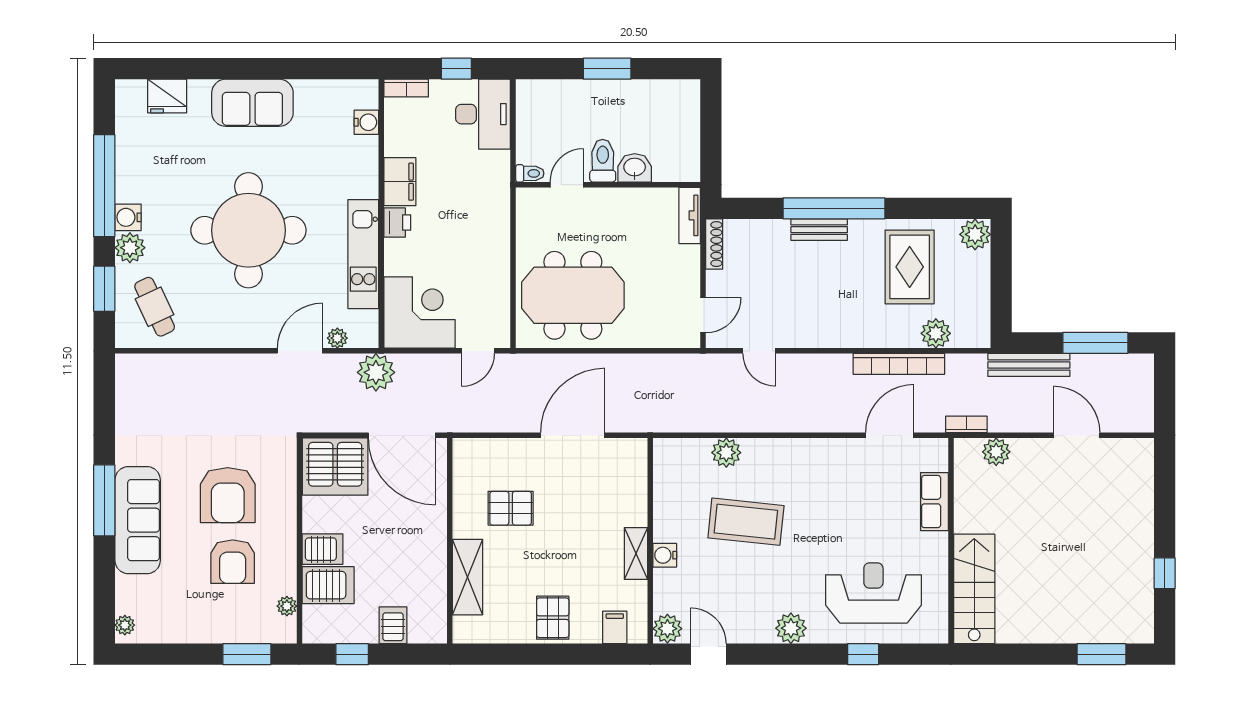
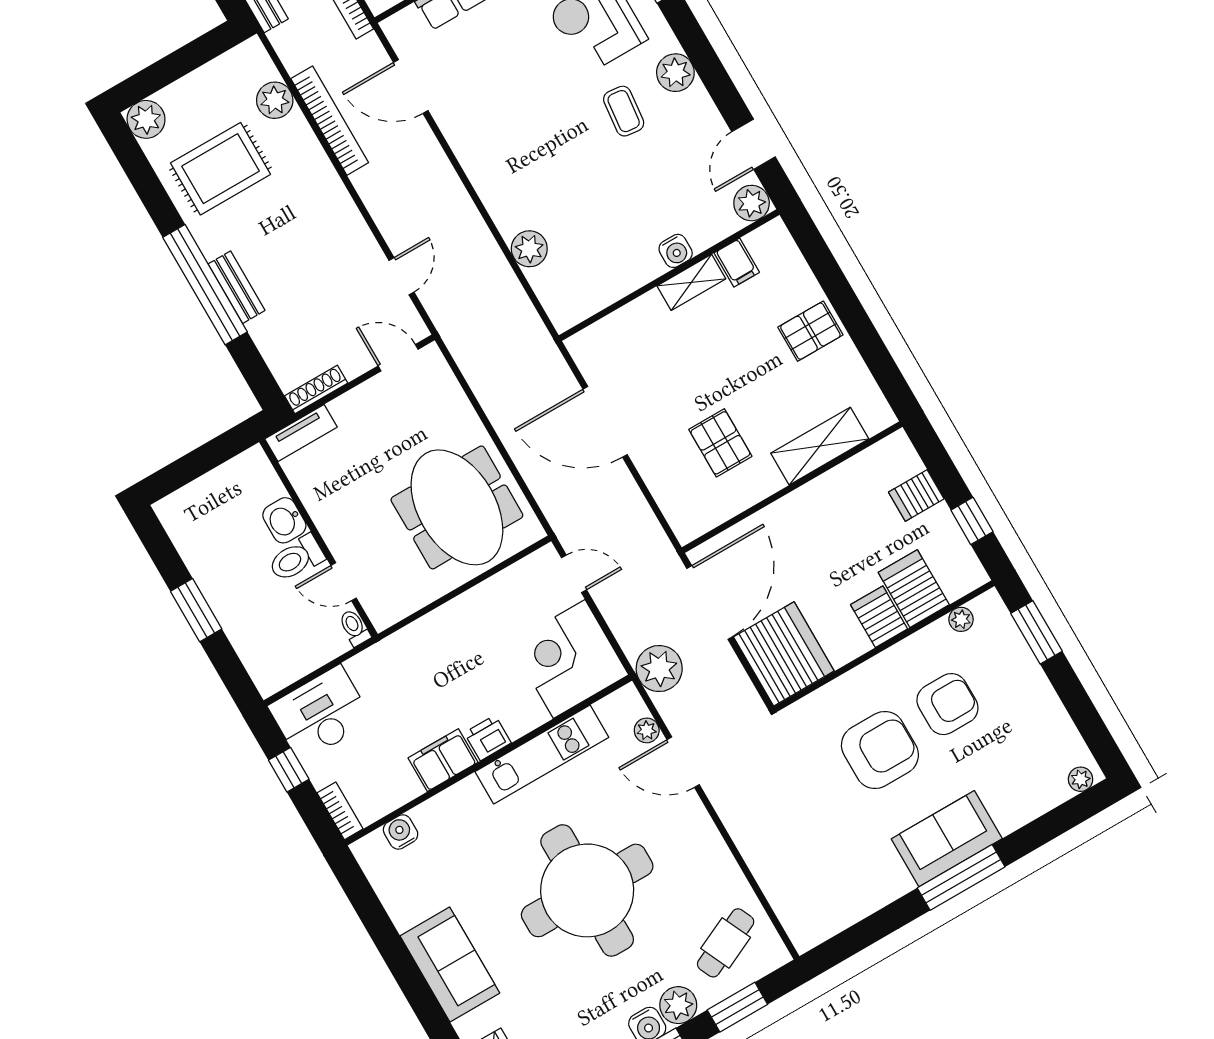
sofa: (138, 520) -> (947, 839), width x0.73
coffee table: (746, 522) -> (624, 111), moved, width x0.54, depth x0.58
filing cabinet: (615, 627) -> (737, 263), moved, turned -90

